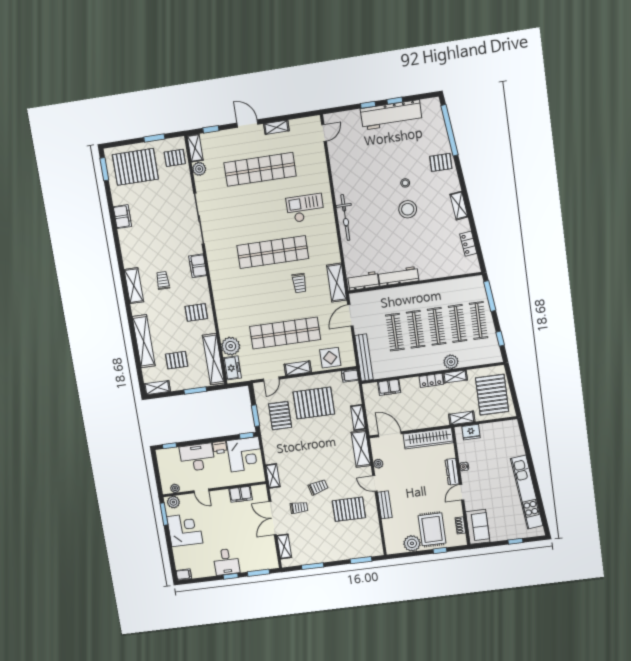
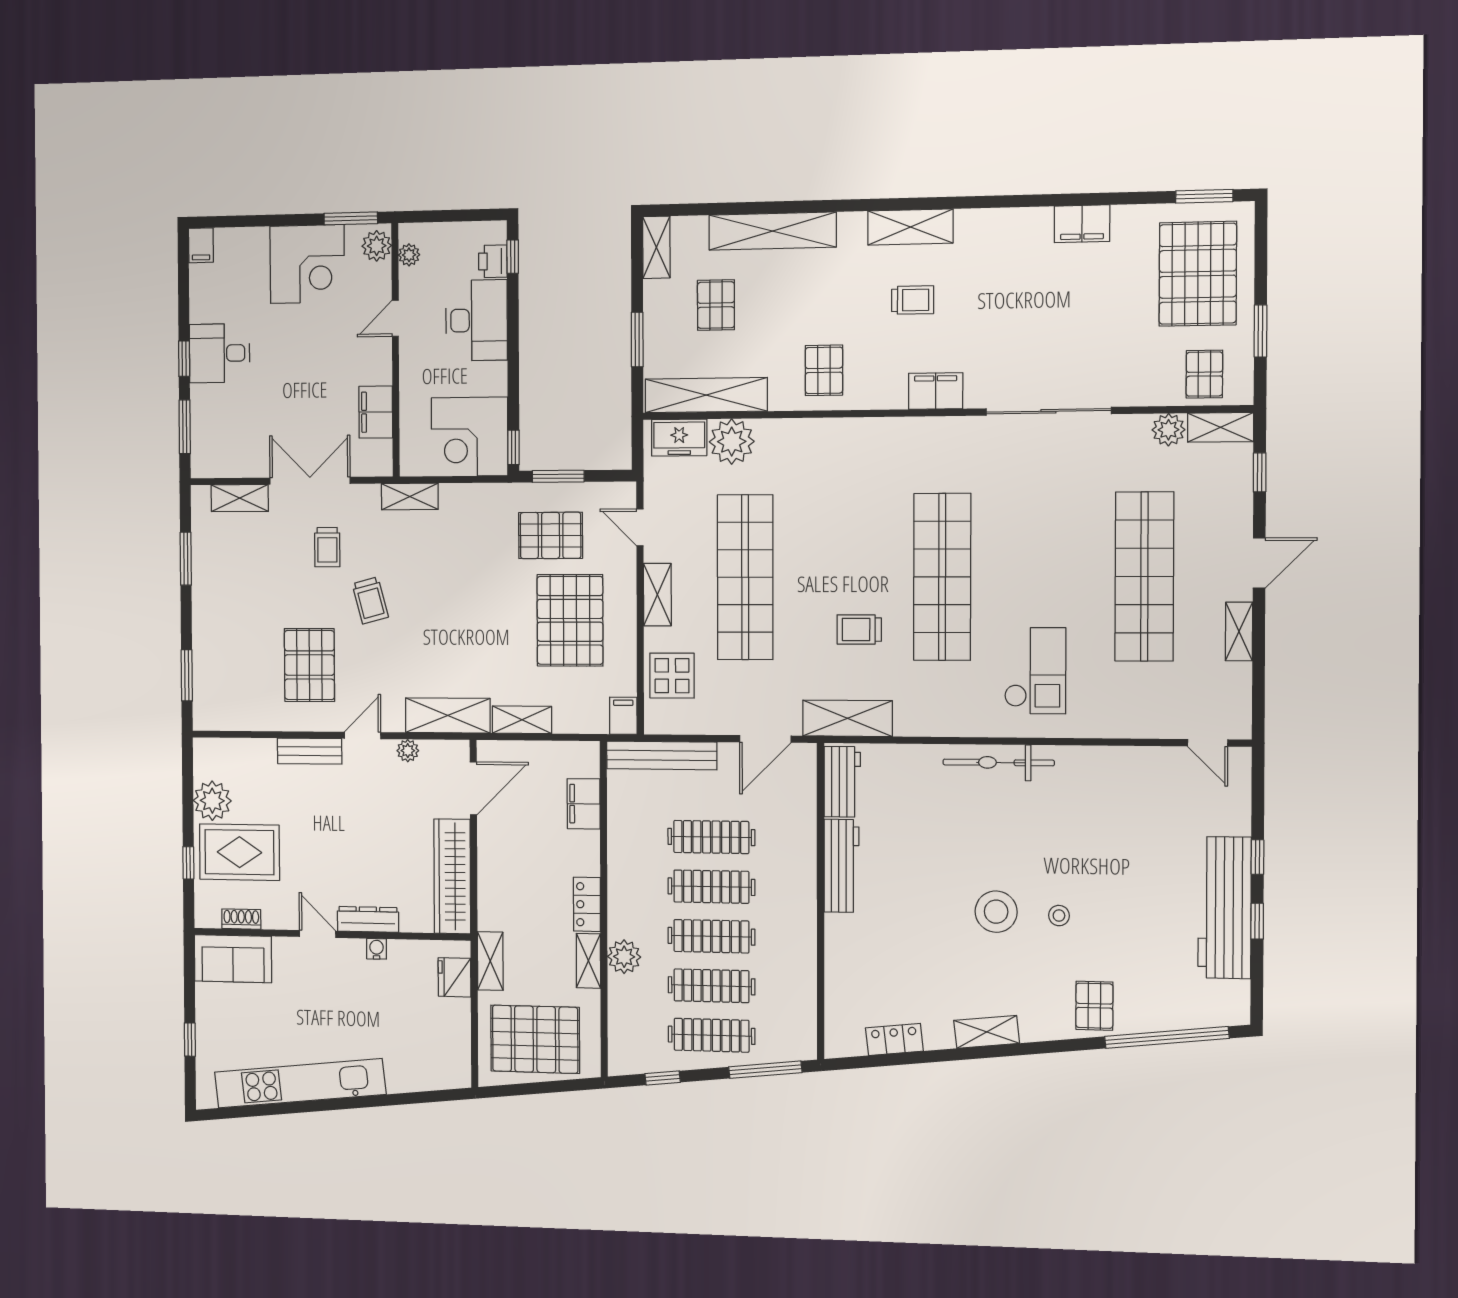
door: (350, 315) -> (765, 739), swing flipped
printer: (220, 447) -> (493, 261), moved

